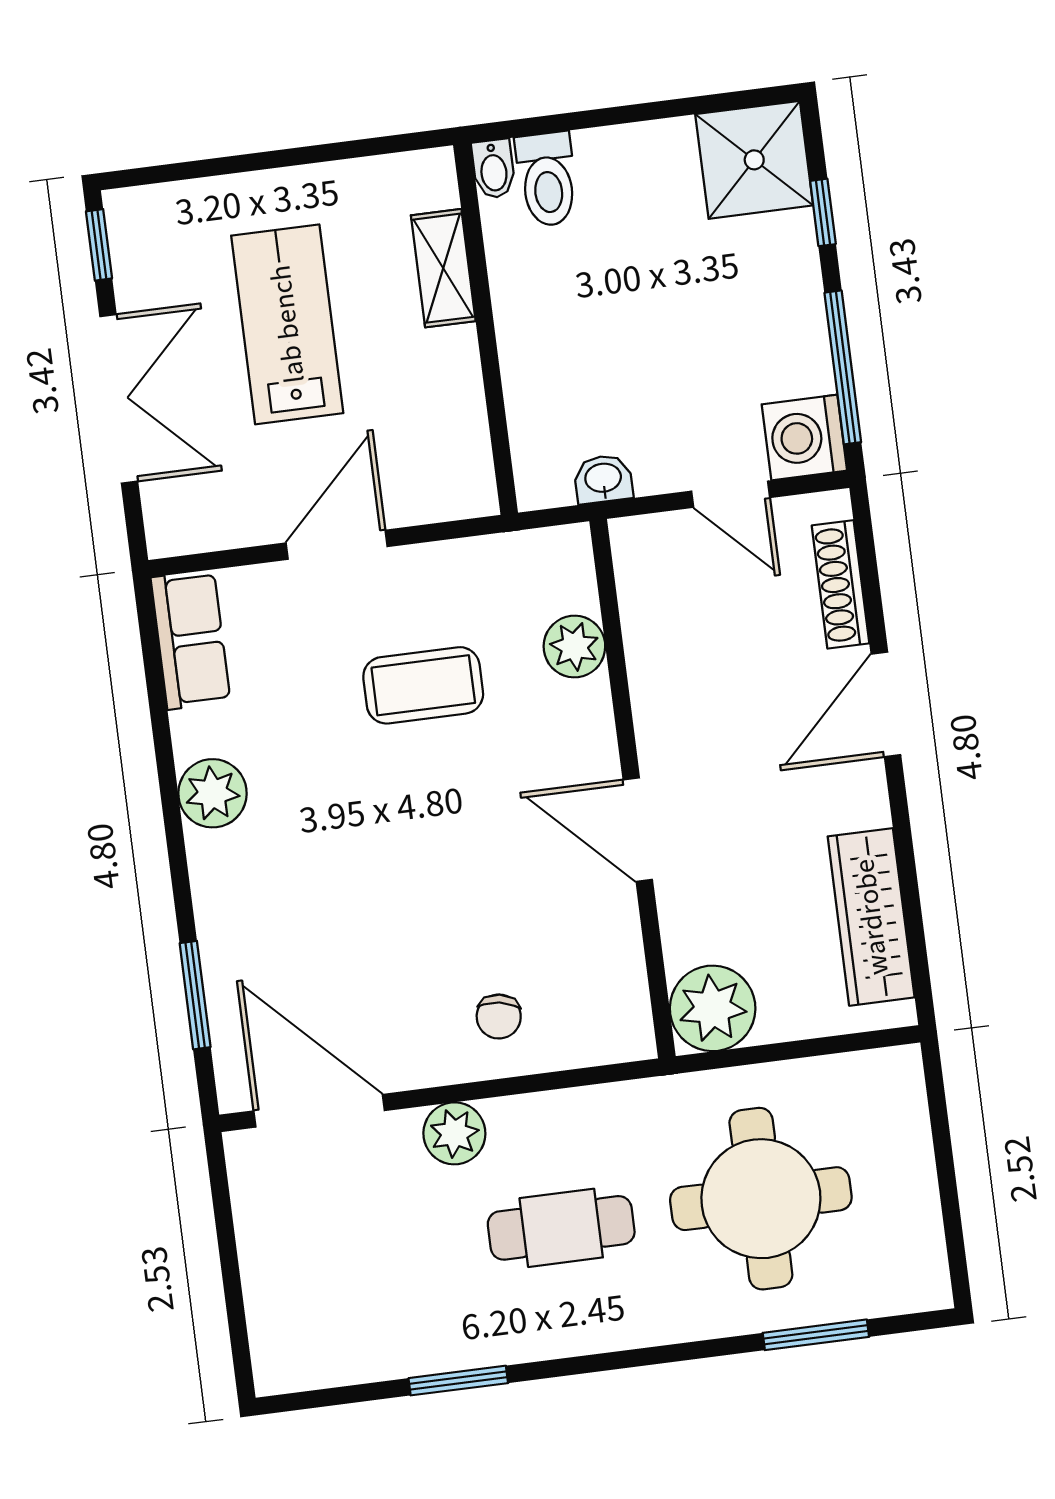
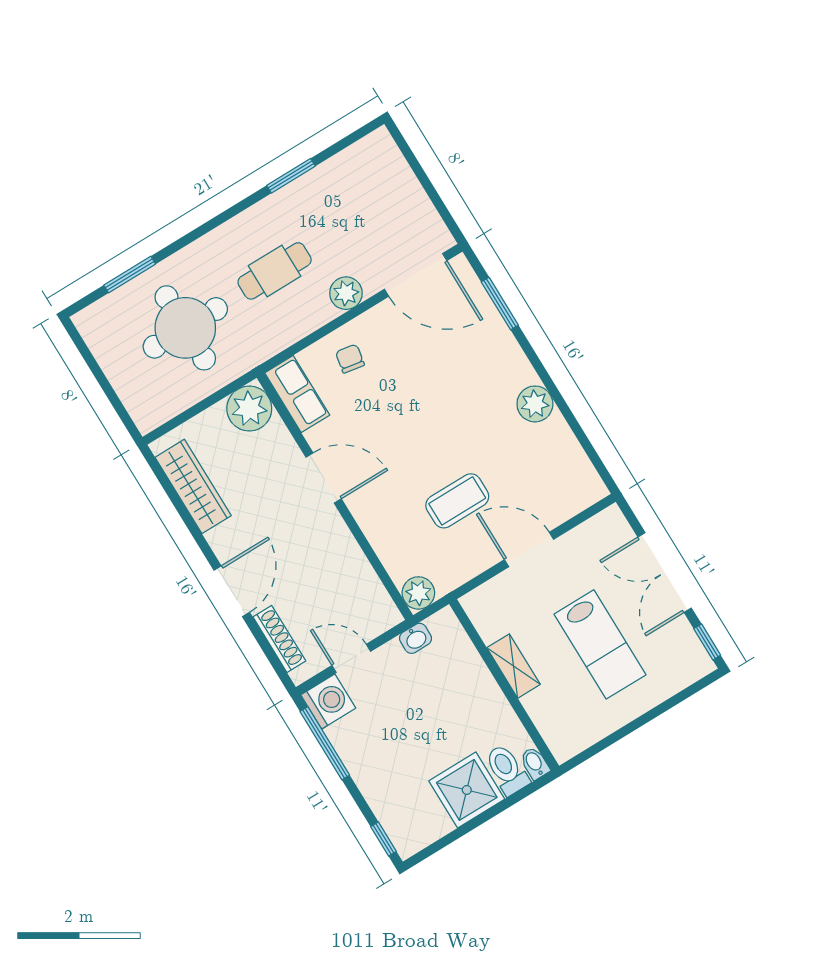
shower: (754, 160) -> (467, 790), moved
window: (823, 212) -> (384, 839), moved
shelving: (443, 268) -> (514, 666), moved
door: (337, 545) -> (529, 550), swing flipped
row of seats: (191, 640) -> (297, 394), moved, turned 180
plant: (574, 646) -> (418, 593), moved

